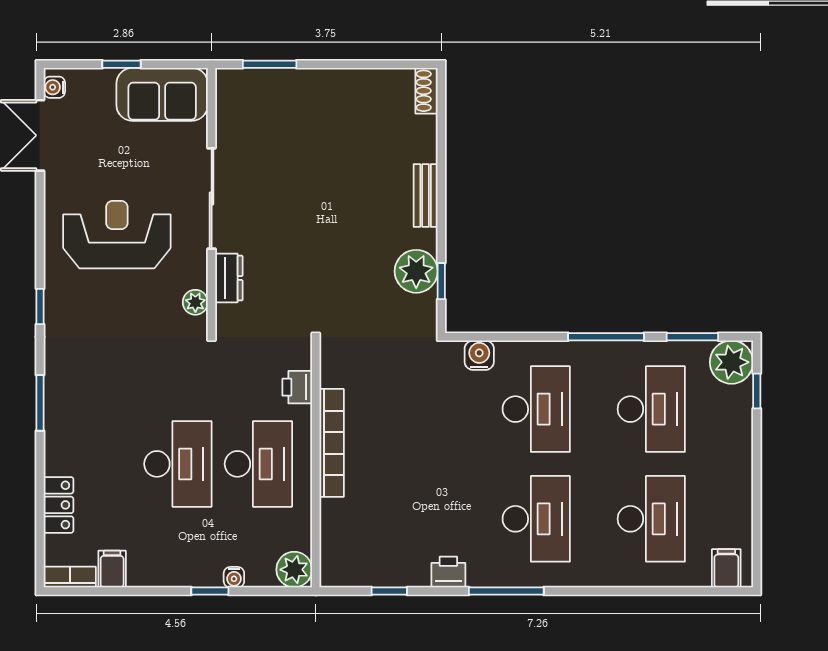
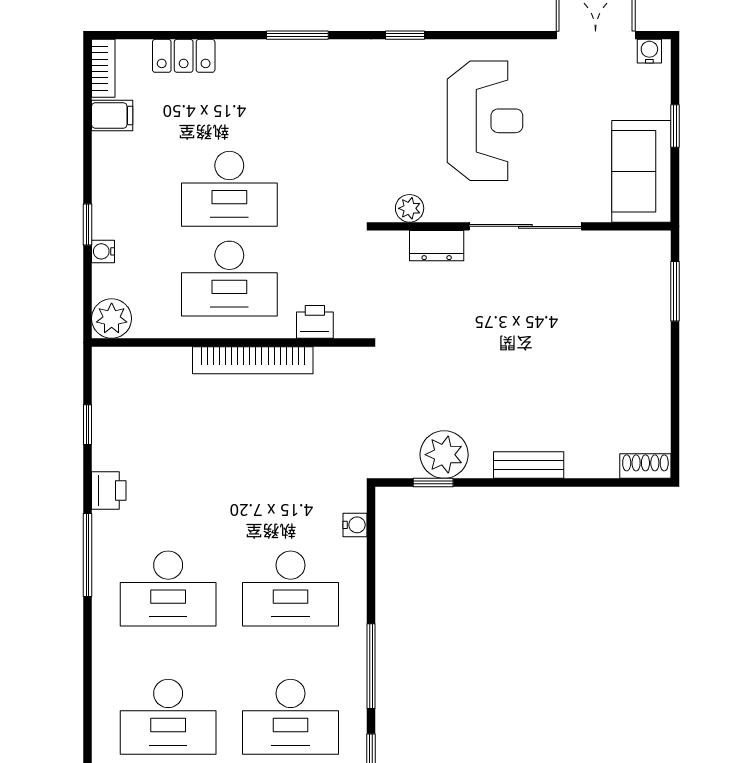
water cooler: (479, 355) -> (355, 525), width x0.72, depth x0.72

